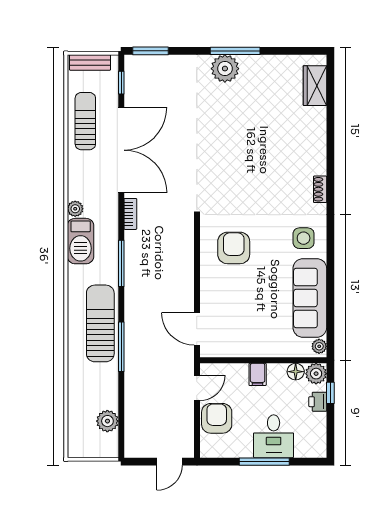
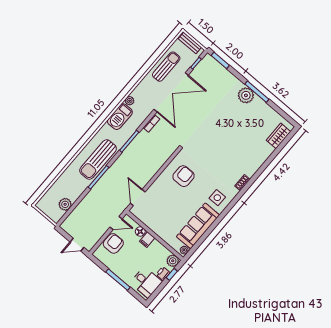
sun lounger: (100, 323) -> (98, 159), turned 180
floor lamp: (296, 372) -> (140, 232), moved
desk: (274, 436) -> (146, 282), moved, turned -90

